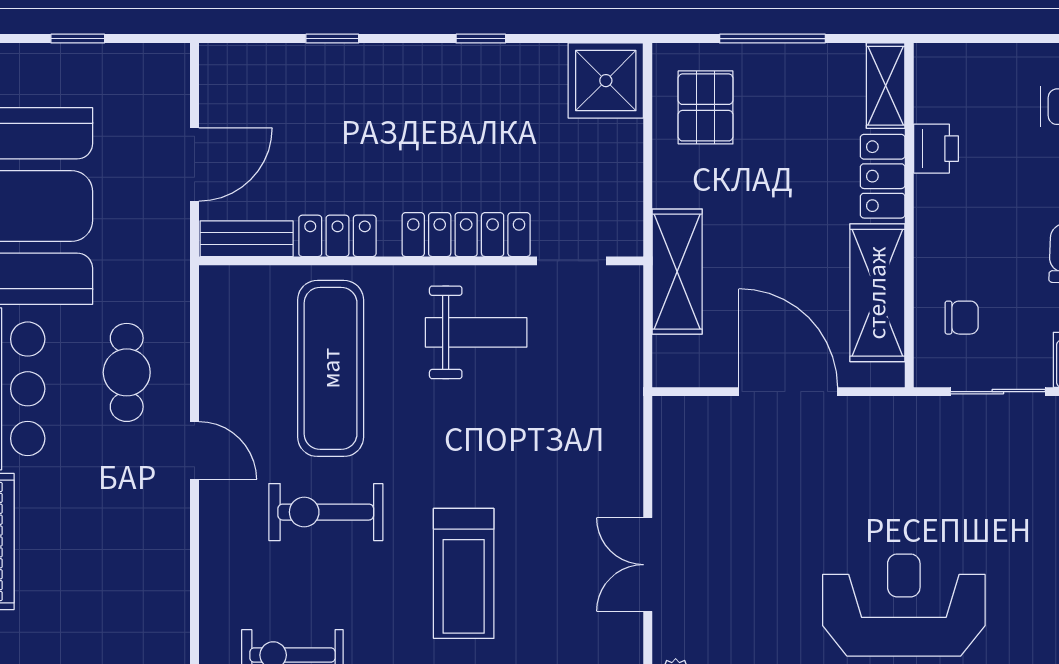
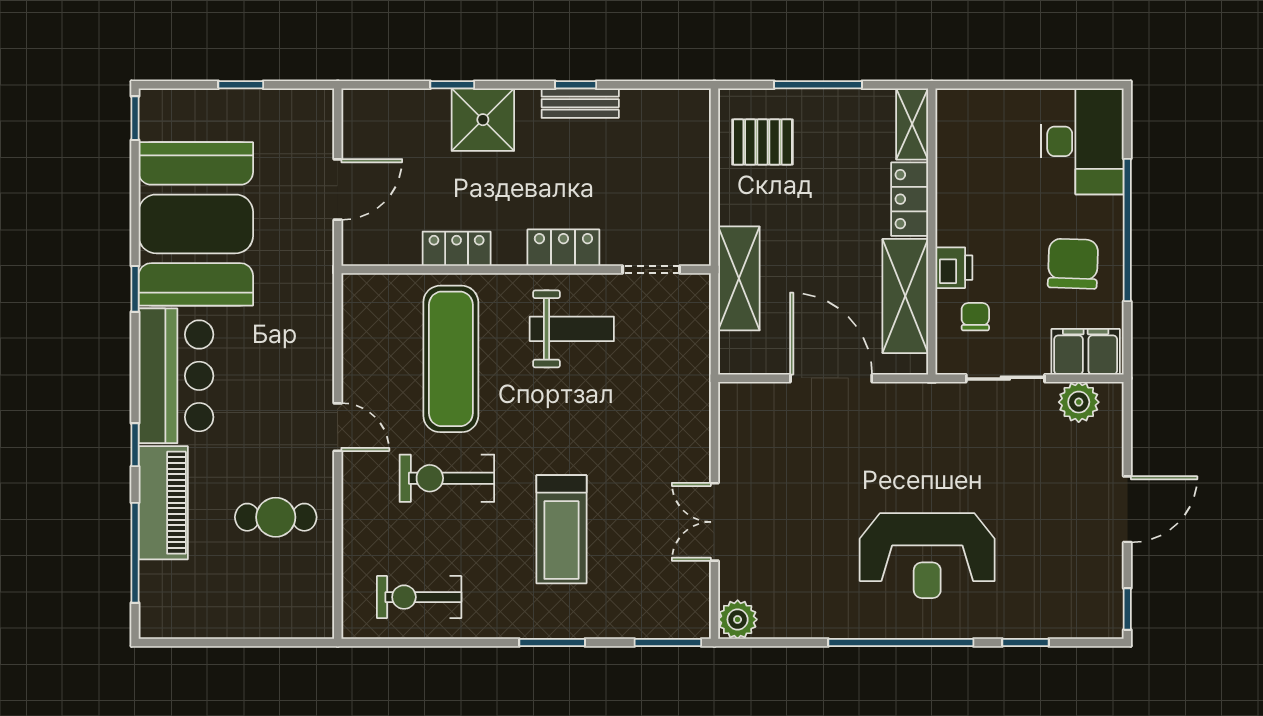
shower: (606, 81) -> (483, 120), moved
pallet: (706, 107) -> (762, 142), turned 90
printer: (936, 149) -> (954, 268), moved
locker: (466, 235) -> (563, 248), width x0.66
bench: (247, 239) -> (580, 103), moved
chair: (962, 318) -> (975, 317), turned -90
cafe table: (127, 372) -> (276, 517), moved, turned 90
reception desk: (904, 605) -> (927, 556), turned 180

